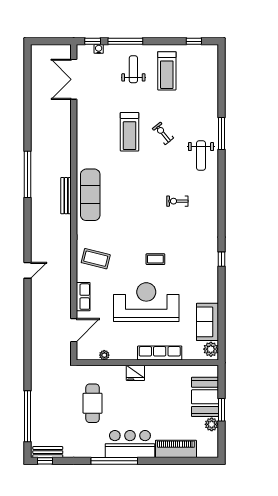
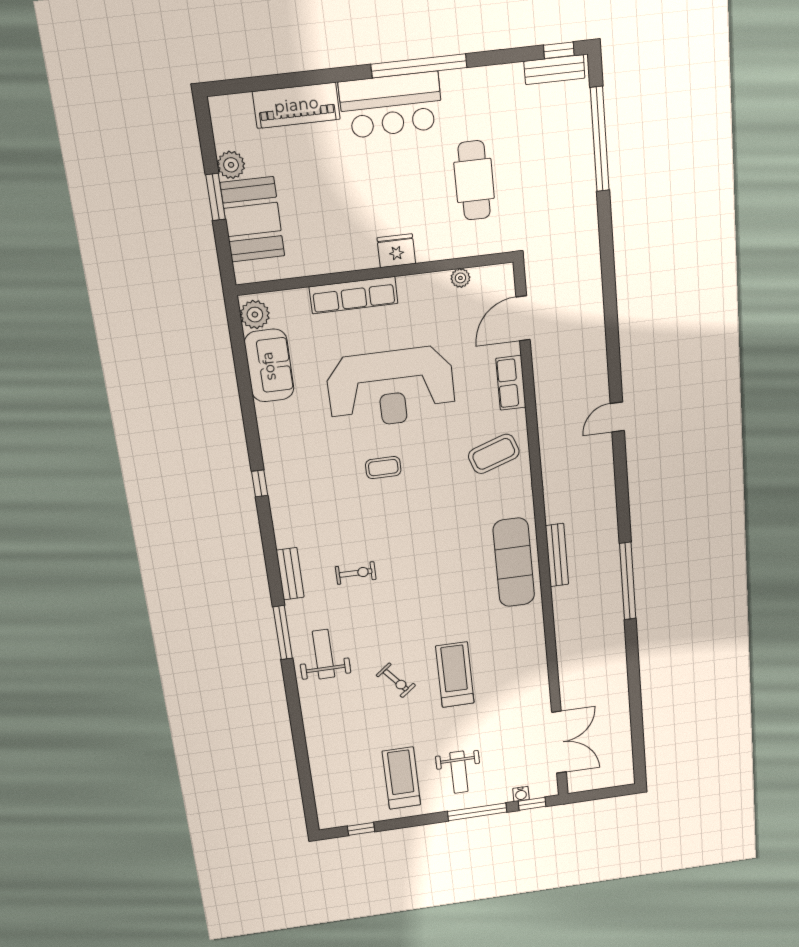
window: (221, 133) -> (283, 633), moved
bench: (213, 206) -> (290, 574), added
coffee table: (96, 259) -> (494, 454), turned -33

